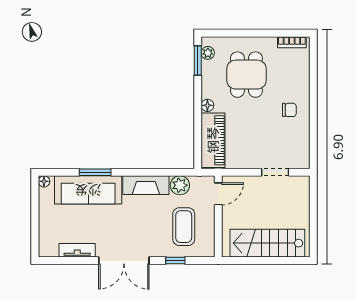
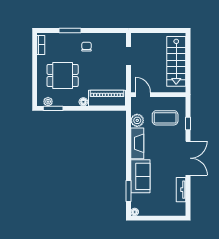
window: (313, 85) -> (70, 31), added
window: (95, 172) -> (128, 191), moved
sofa: (88, 190) -> (140, 176), width x0.73

